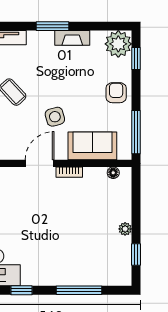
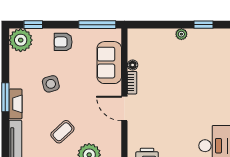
fireplace: (72, 38) -> (15, 104), moved
side table: (55, 117) -> (51, 84), moved
floor lamp: (113, 173) -> (133, 65), moved

